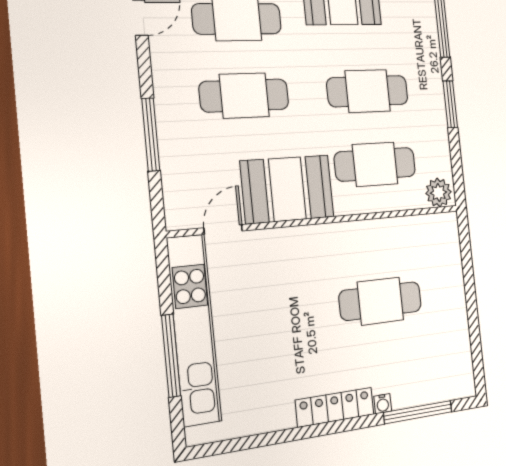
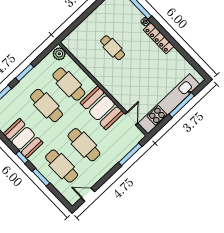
window: (151, 134) -> (130, 154), moved
door: (223, 229) -> (131, 119), swing flipped
cafe table: (380, 301) -> (113, 48), width x0.73, depth x0.74

